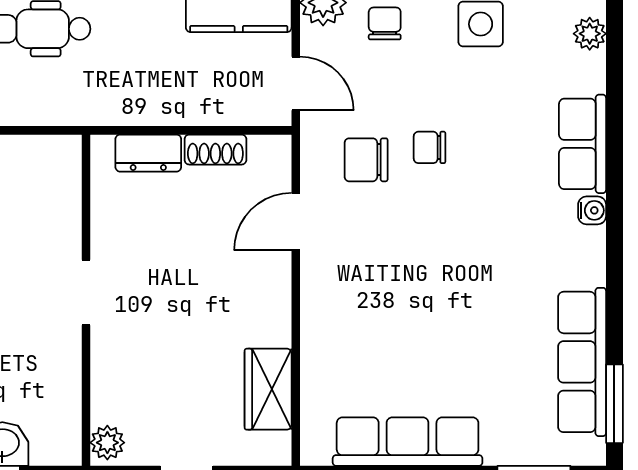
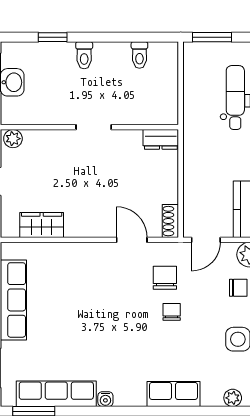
shoe rack: (215, 150) -> (170, 221), moved
dresser: (148, 153) -> (161, 139), moved, turned -90
water cooler: (592, 210) -> (105, 399), moved

